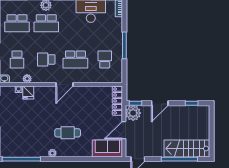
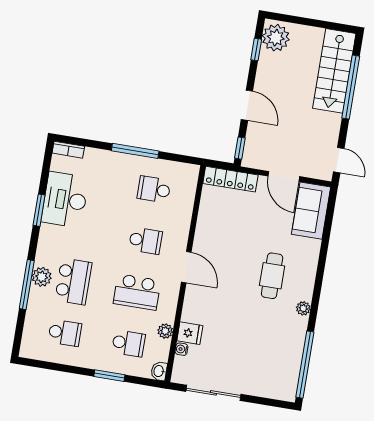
school desk: (17, 23) -> (65, 333), width x0.54
school desk: (46, 59) -> (137, 292), width x1.85
school desk: (75, 59) -> (145, 241), width x0.54
plant: (133, 113) -> (276, 38), moved

